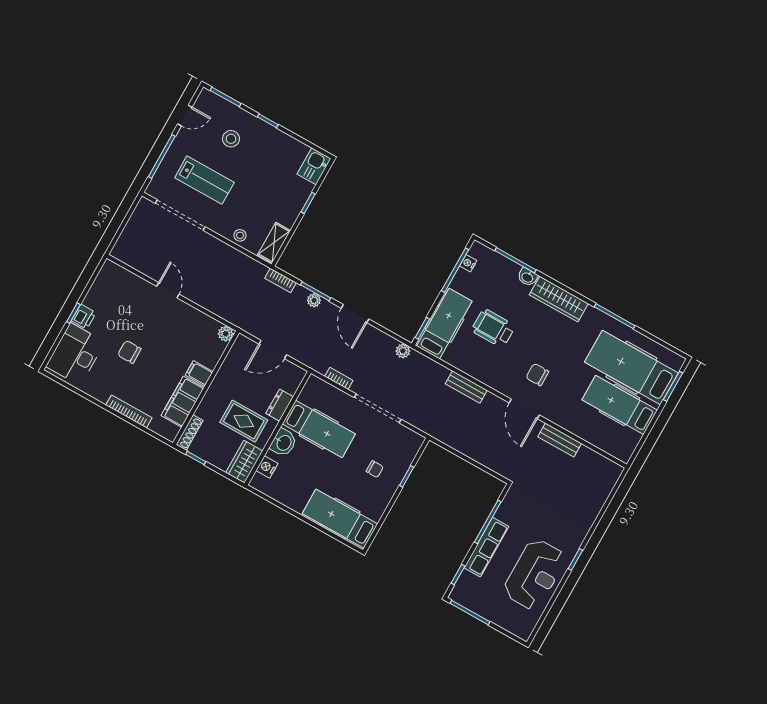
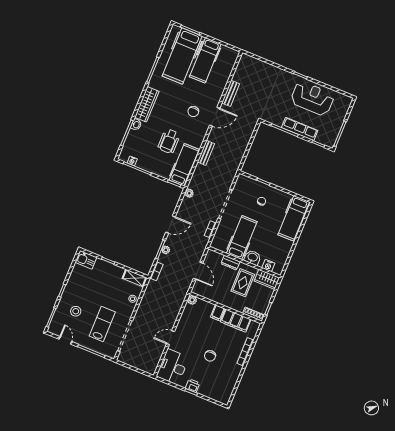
hospital bed: (444, 324) -> (184, 165), moved, turned 90
desk: (75, 354) -> (173, 367), moved, turned 90

